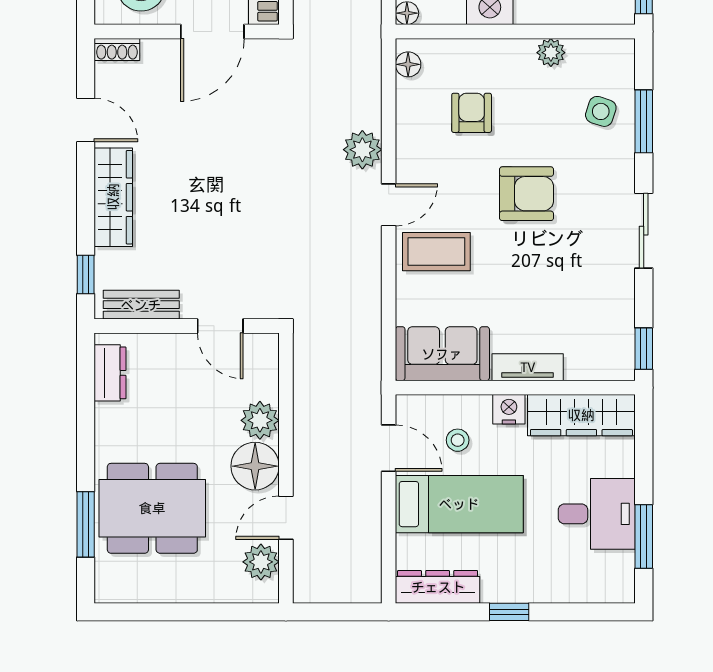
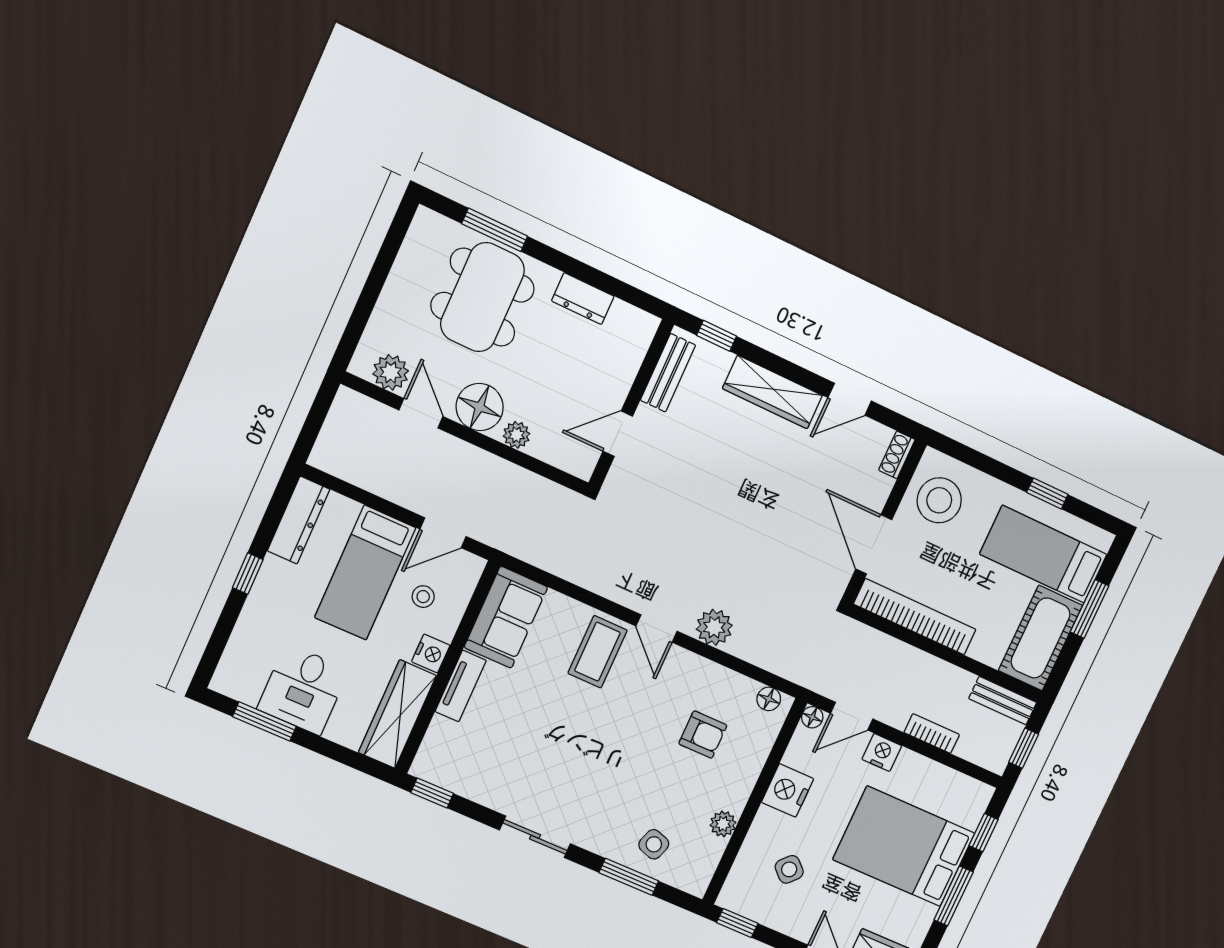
armchair: (526, 194) -> (612, 751), removed
dresser: (110, 373) -> (583, 299), moved
plant: (260, 420) -> (517, 435), width x0.73, depth x0.73

